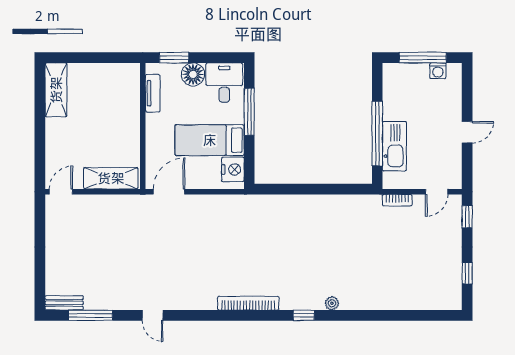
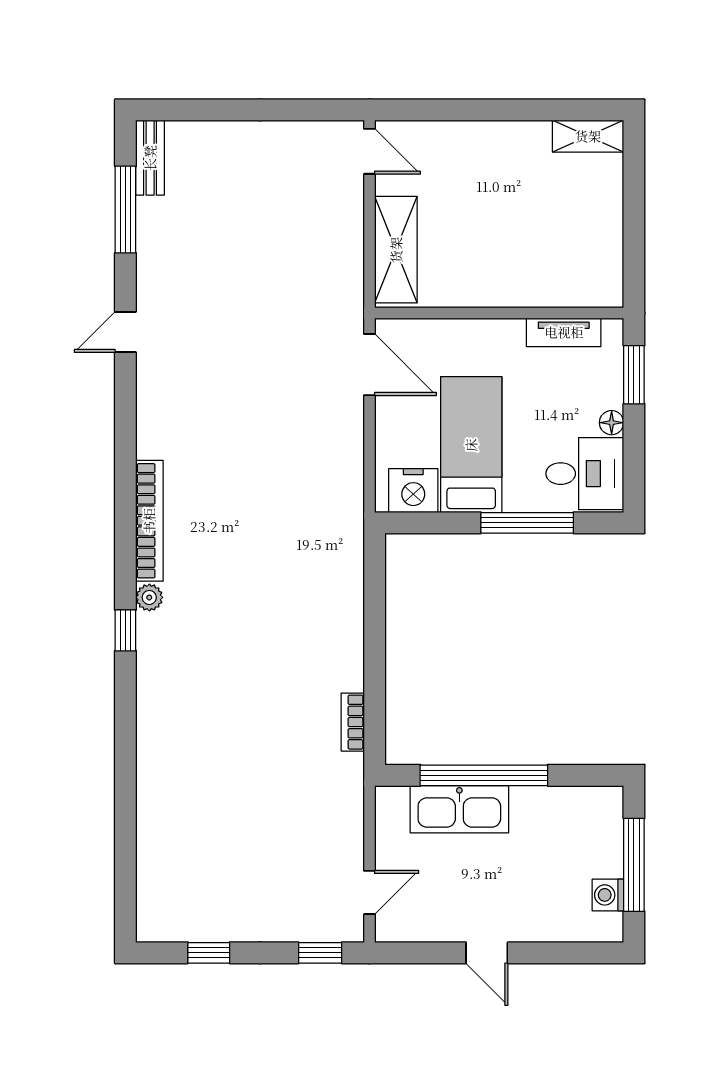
floor lamp: (193, 74) -> (612, 423), width x0.53, depth x0.53
shelving: (56, 90) -> (588, 136), width x0.67, depth x0.75
door: (437, 192) -> (369, 892), swing flipped
bookcase: (397, 200) -> (353, 722), moved
plant: (332, 303) -> (149, 597), moved

